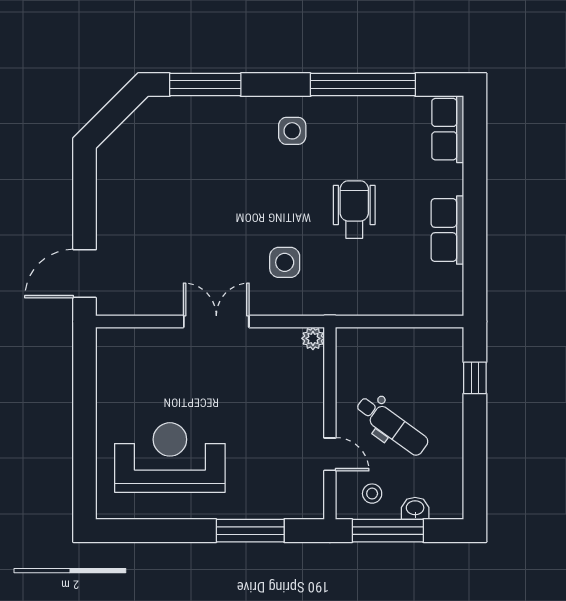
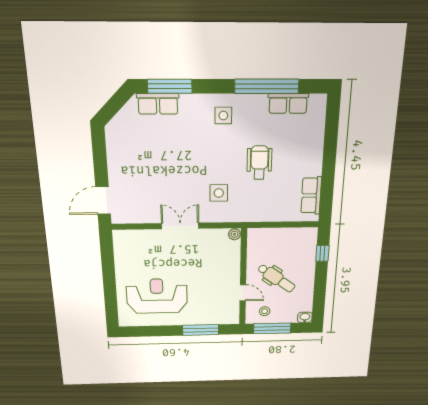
row of seats: (185, 112) -> (158, 104), added
row of seats: (448, 129) -> (288, 103), moved, turned -90
row of seats: (447, 230) -> (311, 195), moved
washbasin: (415, 508) -> (305, 317), moved

